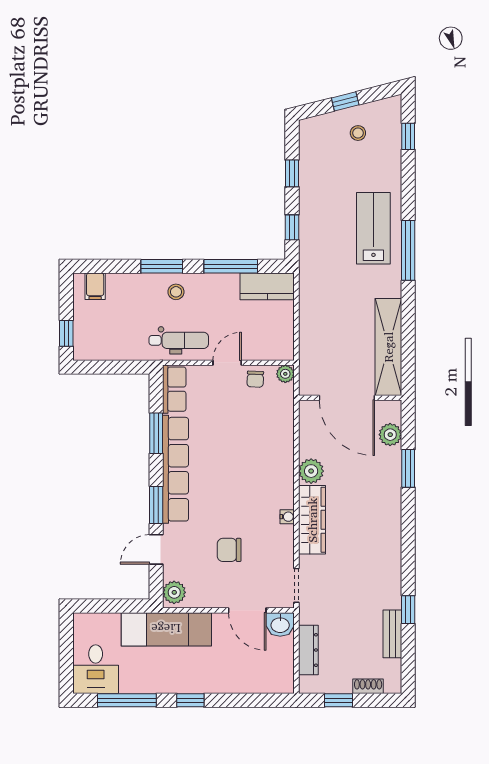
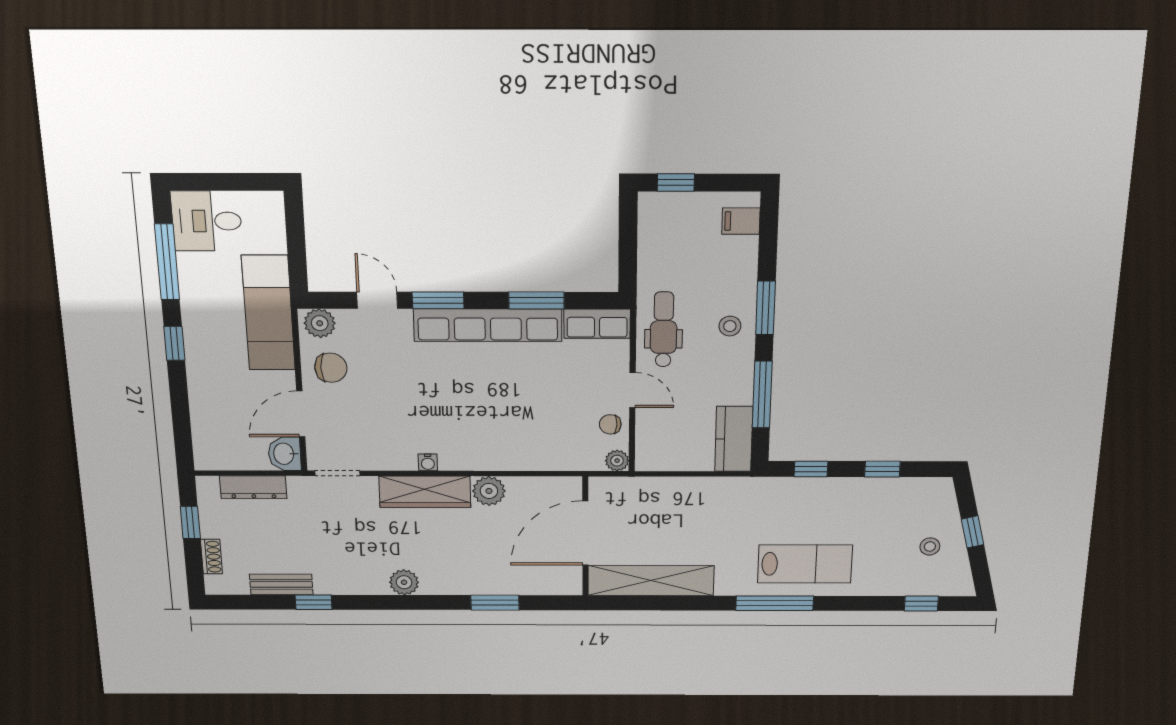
dental chair: (179, 340) -> (664, 330), turned 180
plant: (390, 435) -> (404, 582), moved
chair: (229, 550) -> (331, 368), moved, turned 90

